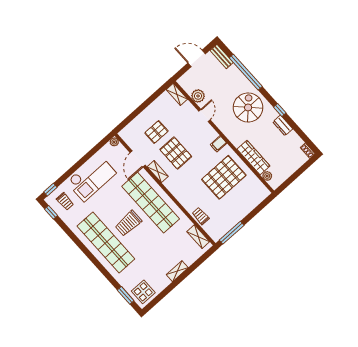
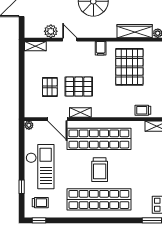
window: (50, 190) -> (22, 187), moved

